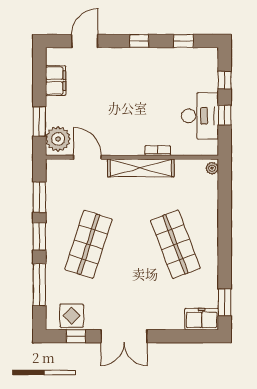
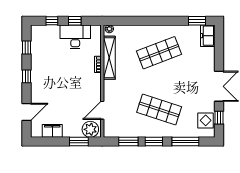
door: (85, 41) -> (26, 112), swing flipped
shelving: (141, 168) -> (109, 58), moved

